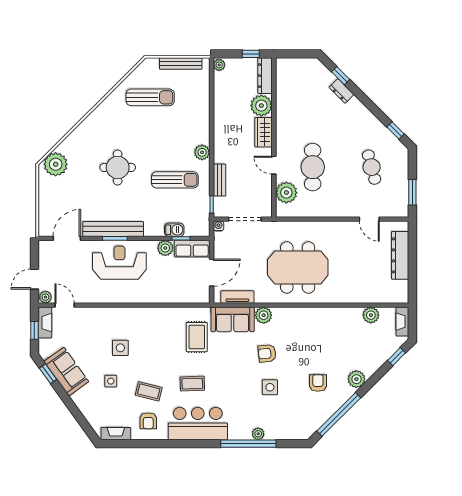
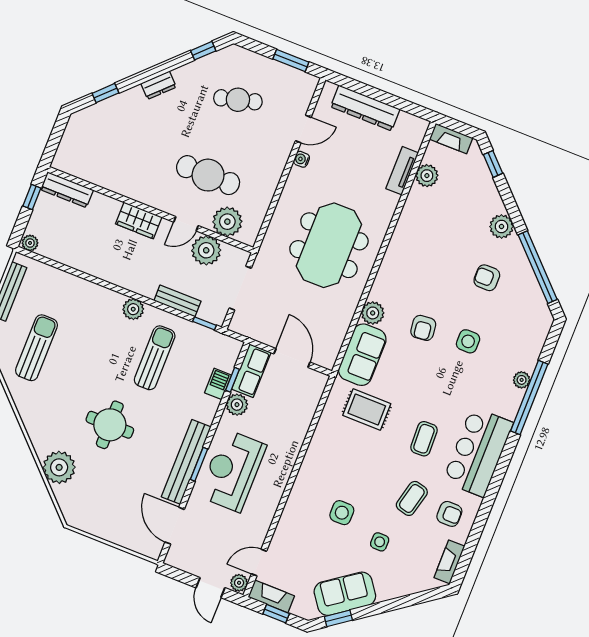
dresser: (342, 91) -> (158, 85), moved
plant: (261, 106) -> (206, 250), moved
plant: (56, 164) -> (59, 467), moved
water cooler: (218, 226) -> (301, 159), moved
tv unit: (237, 297) -> (402, 171), moved

